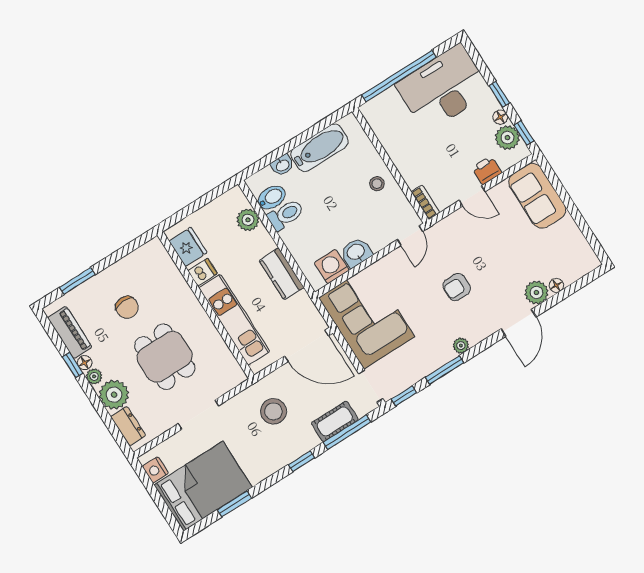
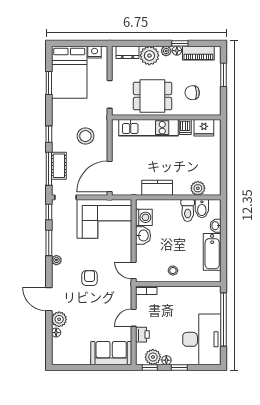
fridge: (188, 247) -> (204, 128), moved
dishwasher: (203, 272) -> (185, 127), moved
wall: (206, 305) -> (166, 117), moved
kitchen unit: (234, 320) -> (149, 128), moved

